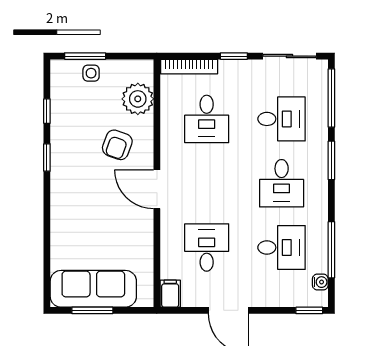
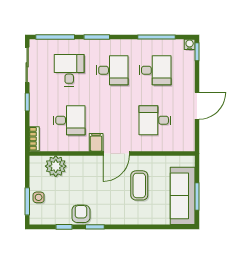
bookcase: (189, 67) -> (34, 139), width x0.64
armchair: (117, 145) -> (81, 214), moved, turned -110
coffee table: (109, 224) -> (139, 185), added
desk: (282, 247) -> (155, 70), turned 90
water cooler: (320, 282) -> (190, 44), moved
filing cabinet: (170, 294) -> (96, 142), moved, turned 90

